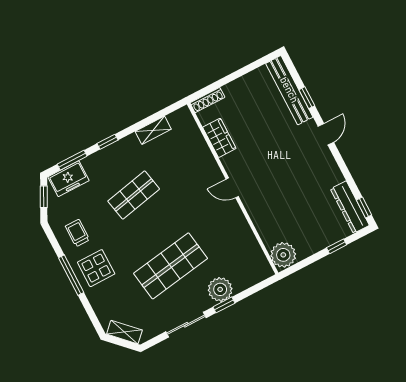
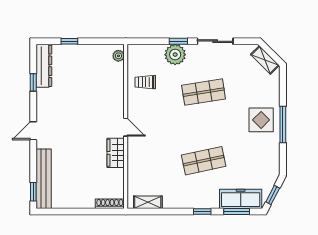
window: (307, 98) -> (33, 192), moved
shelving: (153, 130) -> (148, 202), moved
wardrobe: (219, 138) -> (116, 153), moved
freezer: (68, 179) -> (241, 199), width x1.40
window: (364, 207) -> (33, 82), moved
trolley: (77, 233) -> (145, 82), moved, turned 90
plant: (283, 255) -> (118, 56), width x0.53, depth x0.53
shop shelf: (171, 266) -> (204, 92), width x0.70, depth x0.74

